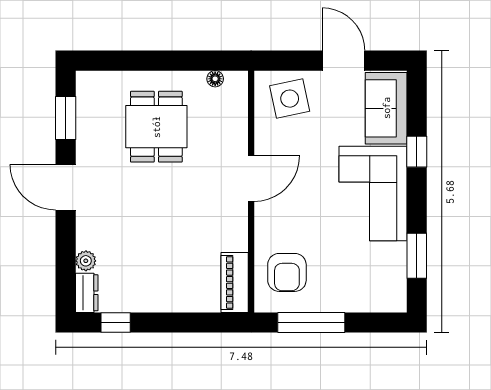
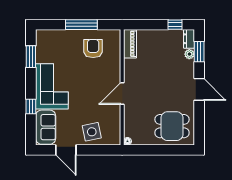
window: (66, 118) -> (199, 52), moved
dining table: (156, 127) -> (172, 126), moved, turned 90
door: (251, 179) -> (122, 93), moved
wall: (251, 192) -> (122, 87), moved
piano: (235, 282) -> (130, 44), moved

